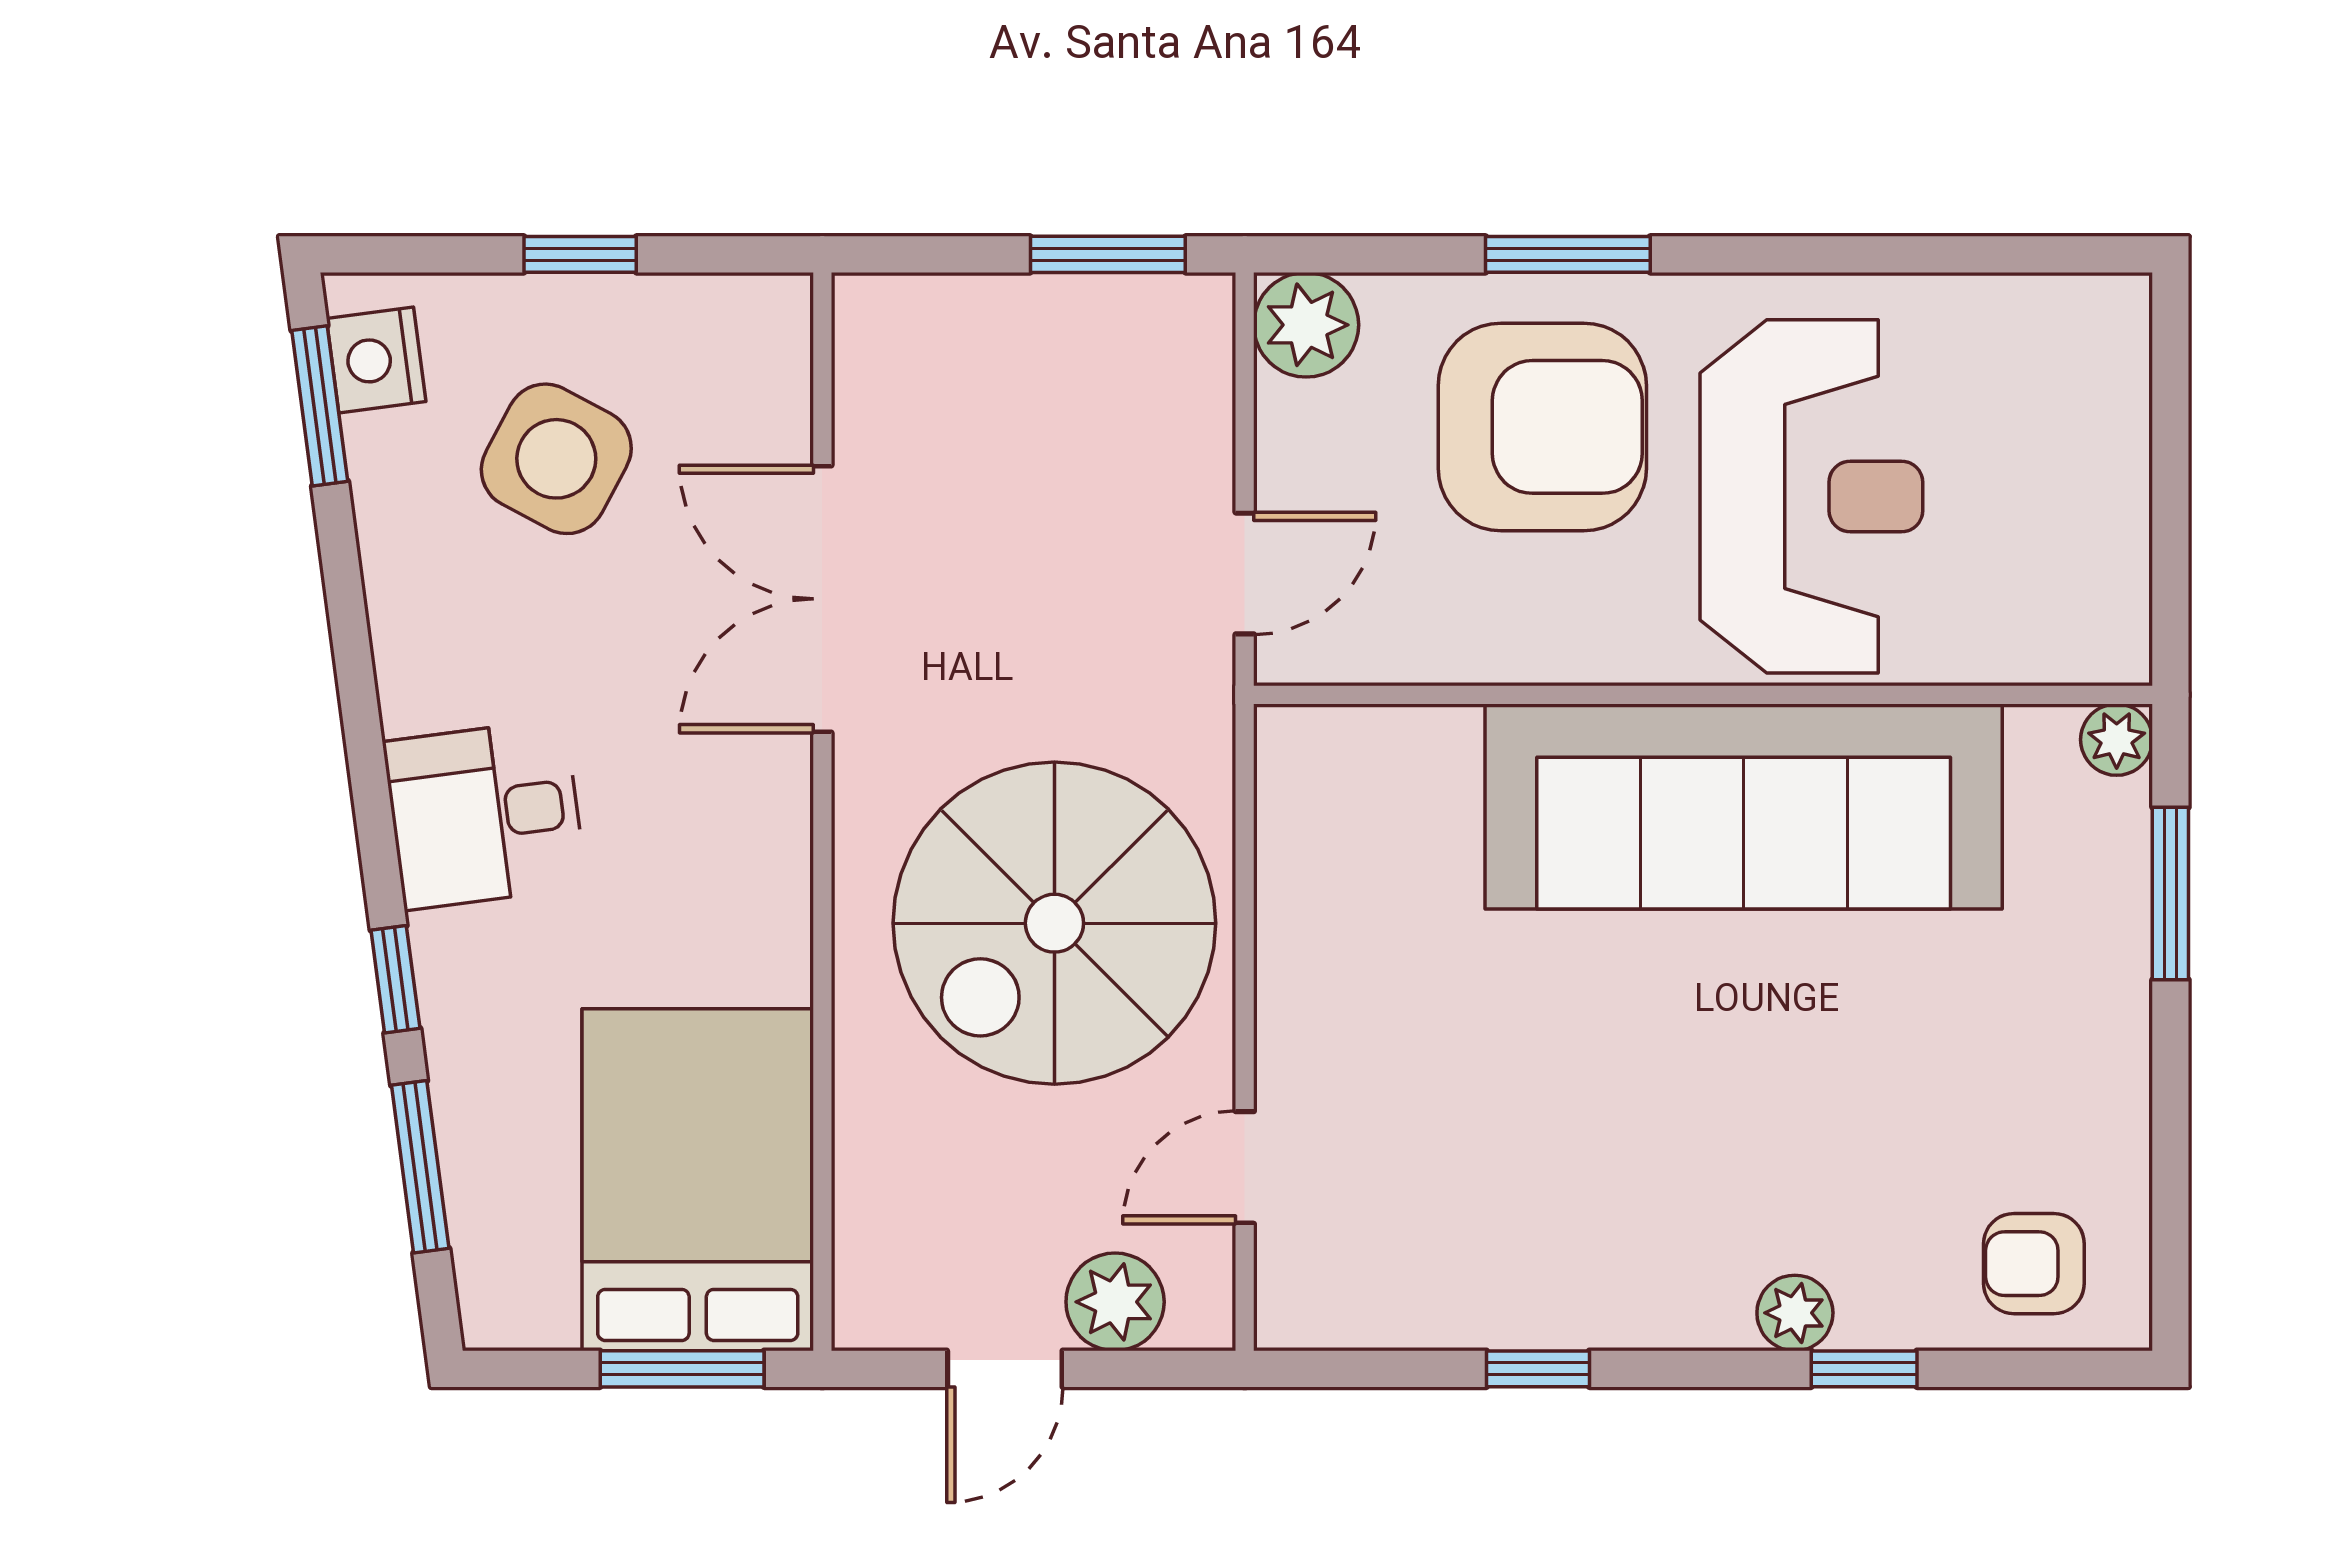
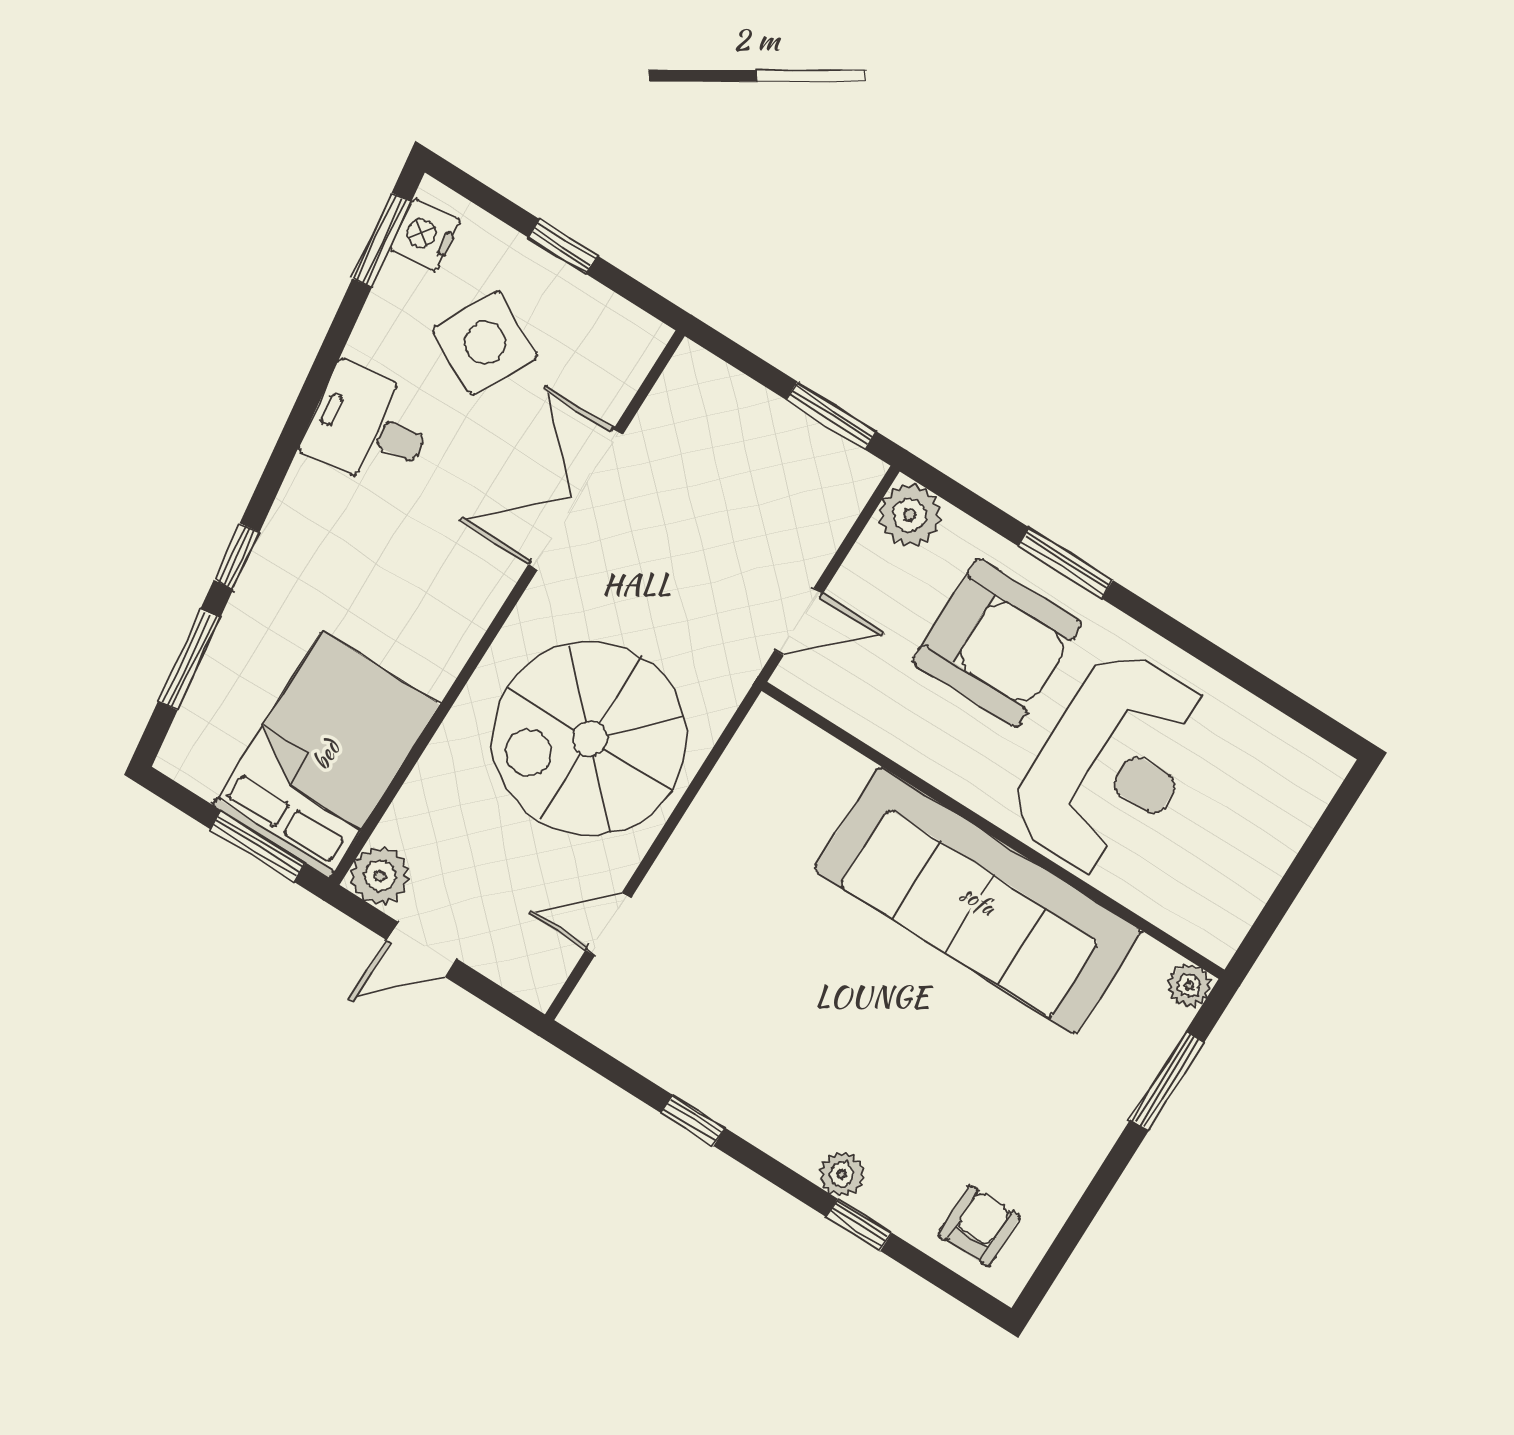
desk: (485, 814) -> (369, 427), moved
armchair: (2034, 1264) -> (979, 1226), turned 90
plant: (1115, 1302) -> (380, 876), moved

